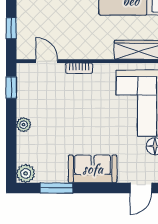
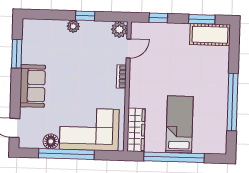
window: (11, 88) -> (85, 16), moved
plant: (26, 173) -> (119, 30), moved

